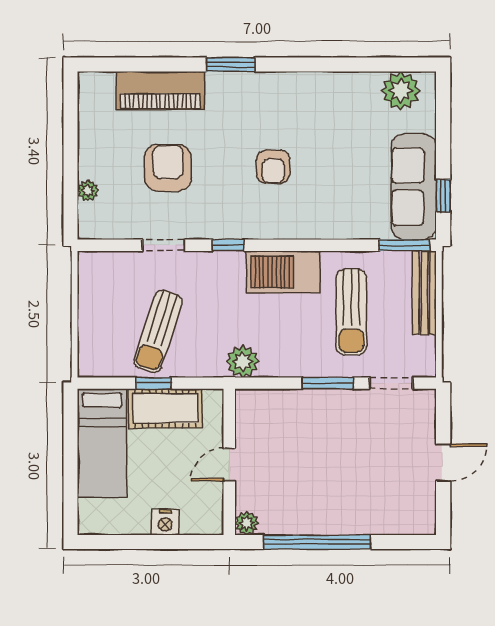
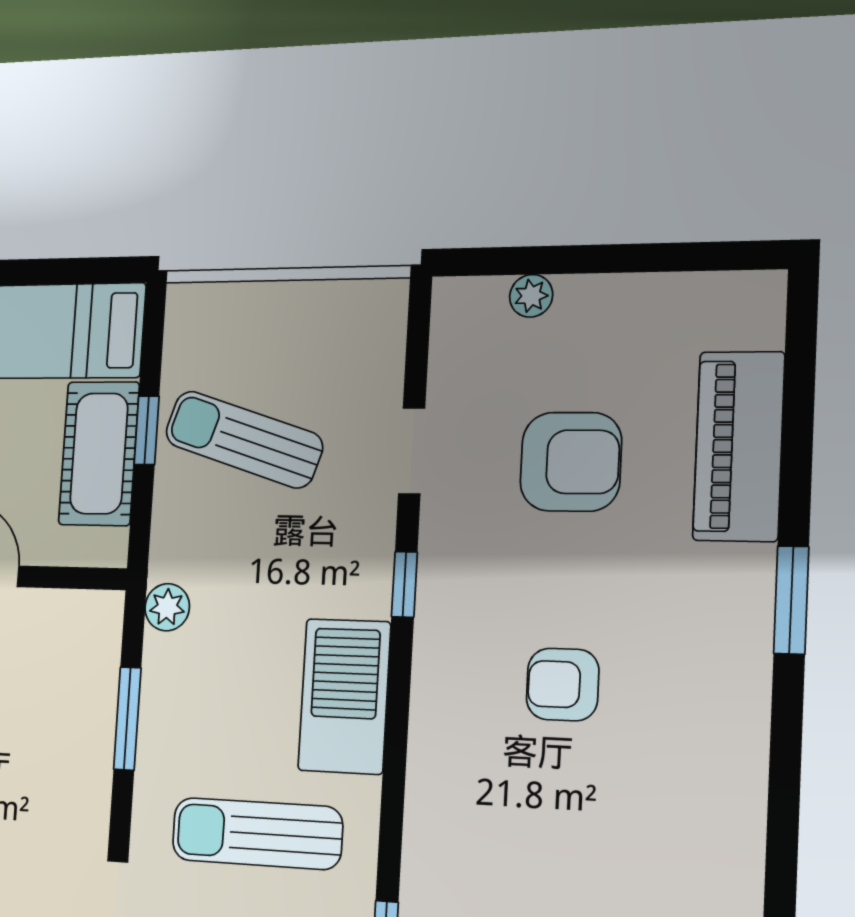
plant: (243, 362) -> (167, 607), width x0.73, depth x0.73
window: (328, 383) -> (127, 718), moved

